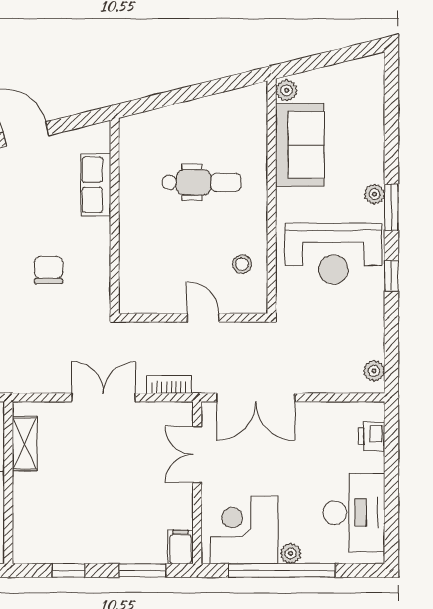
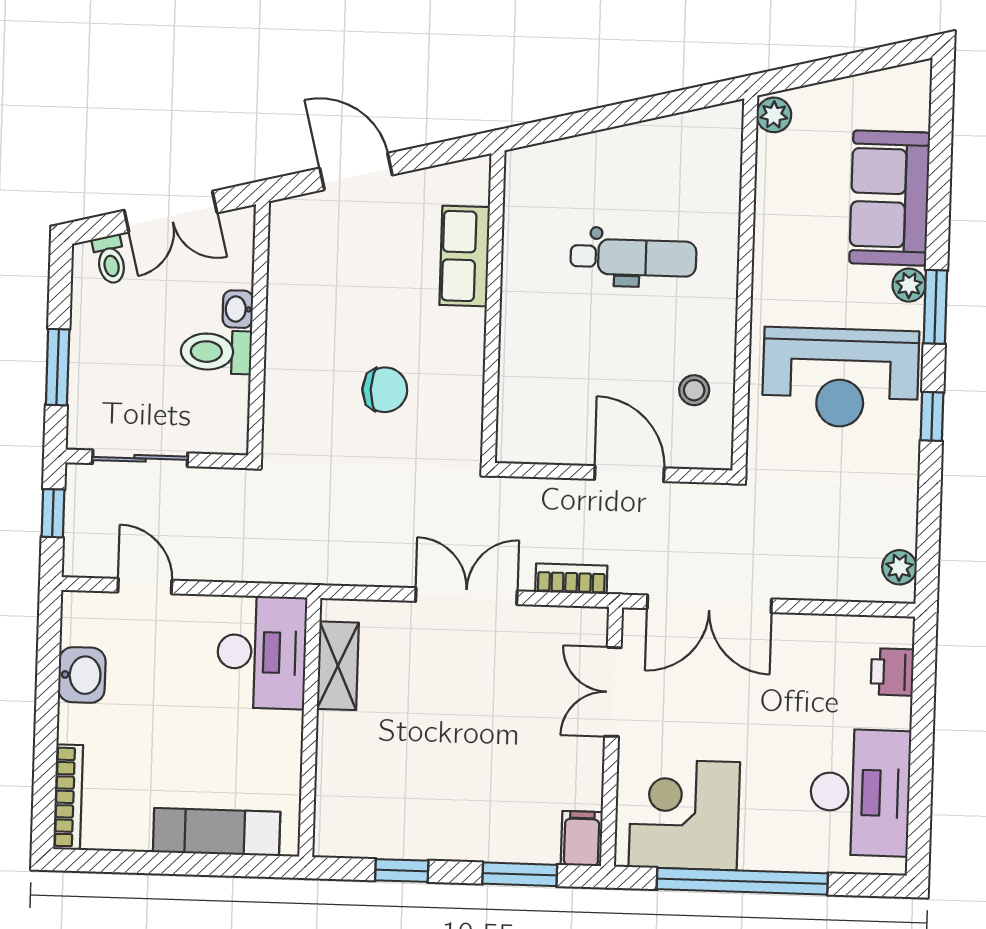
sofa: (300, 145) -> (890, 198), moved, turned 180
chair: (49, 270) -> (385, 390), turned 90
door: (203, 318) -> (629, 474), width x1.38
plant: (291, 553) -> (757, 855), removed

